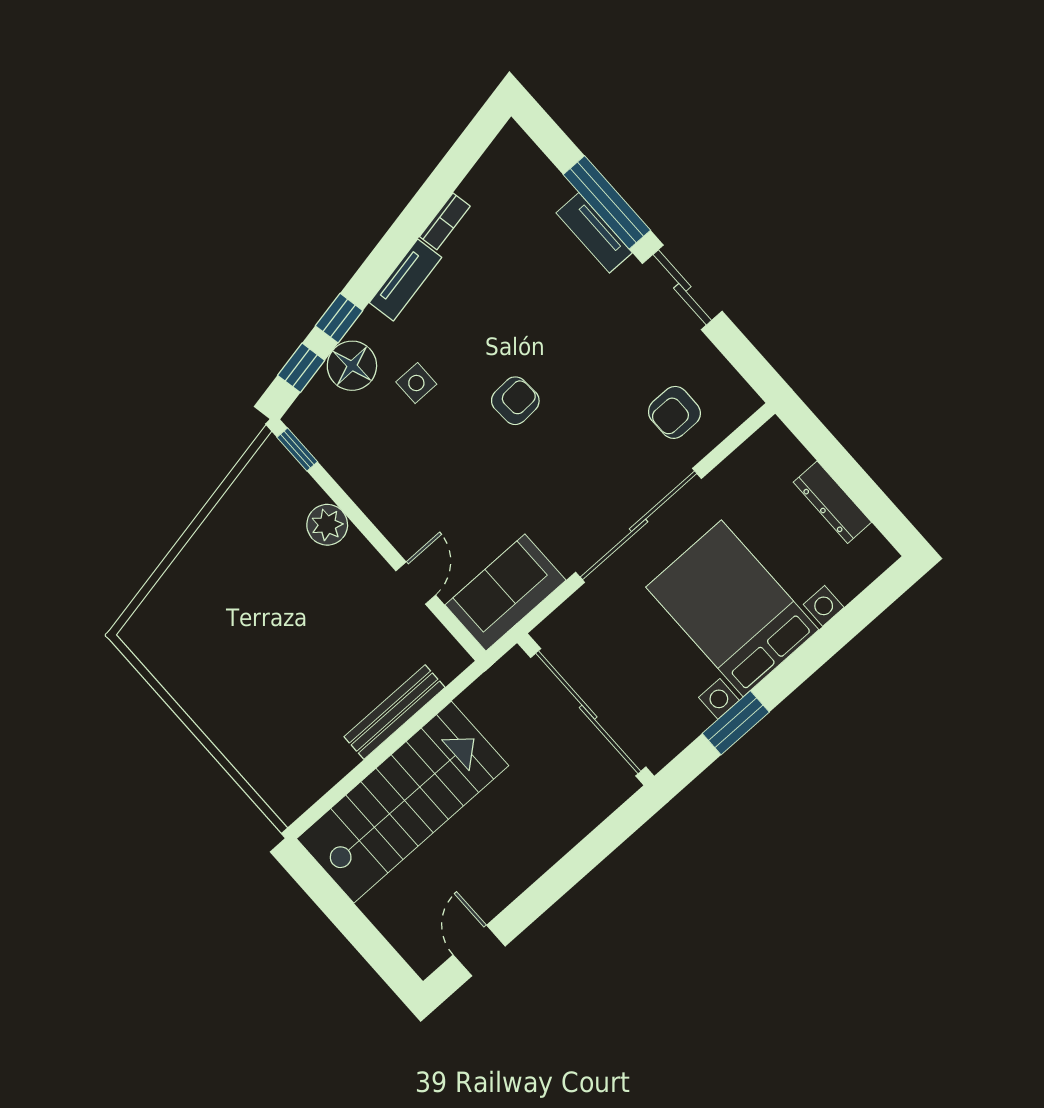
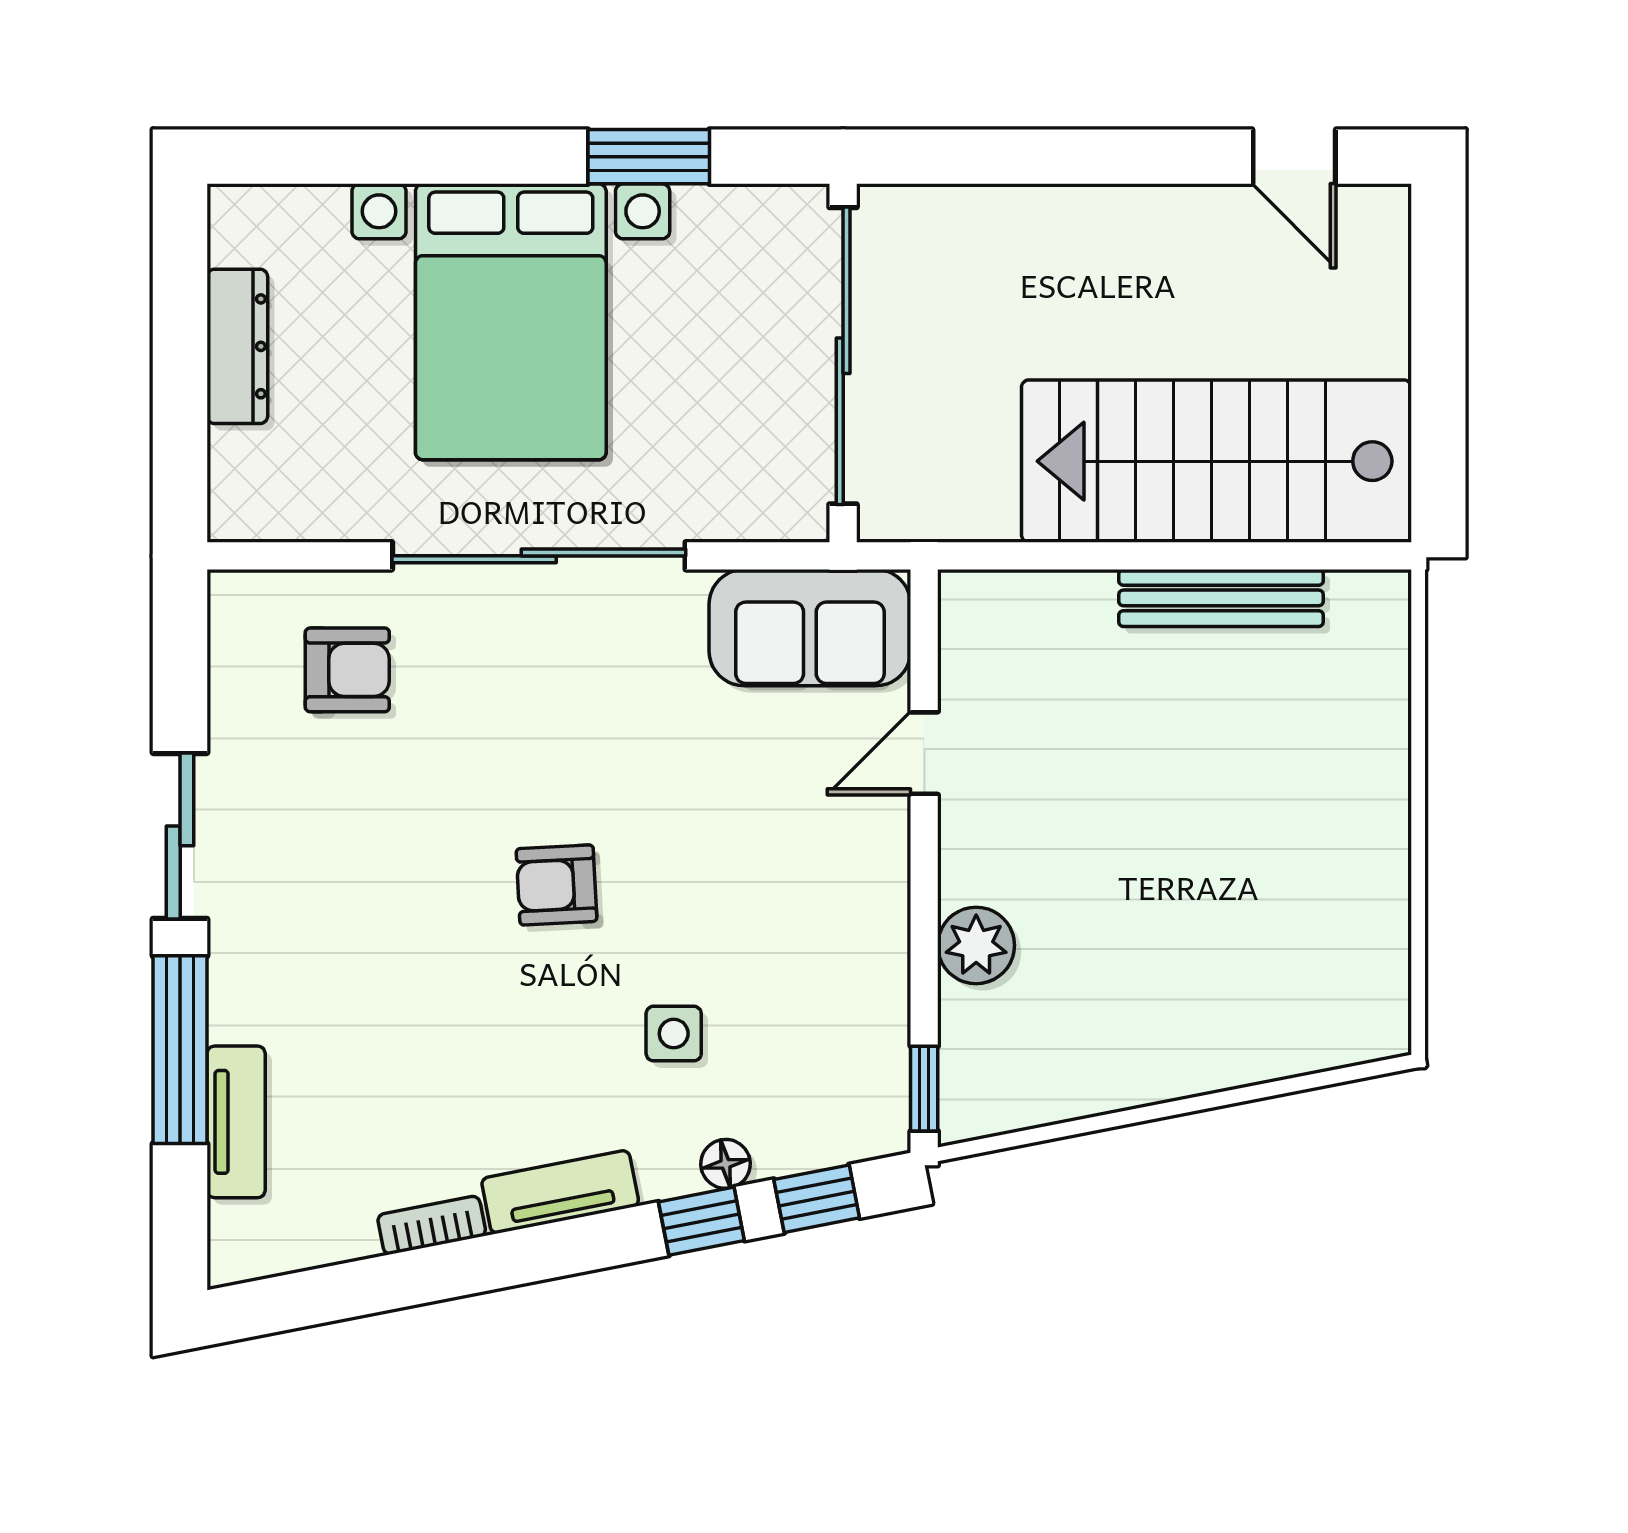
tv unit: (594, 233) -> (236, 1122), moved
floor lamp: (352, 366) -> (726, 1164), width x0.53, depth x0.53
bench: (395, 712) -> (1221, 598), moved
door: (479, 951) -> (1294, 157), hinge flipped

